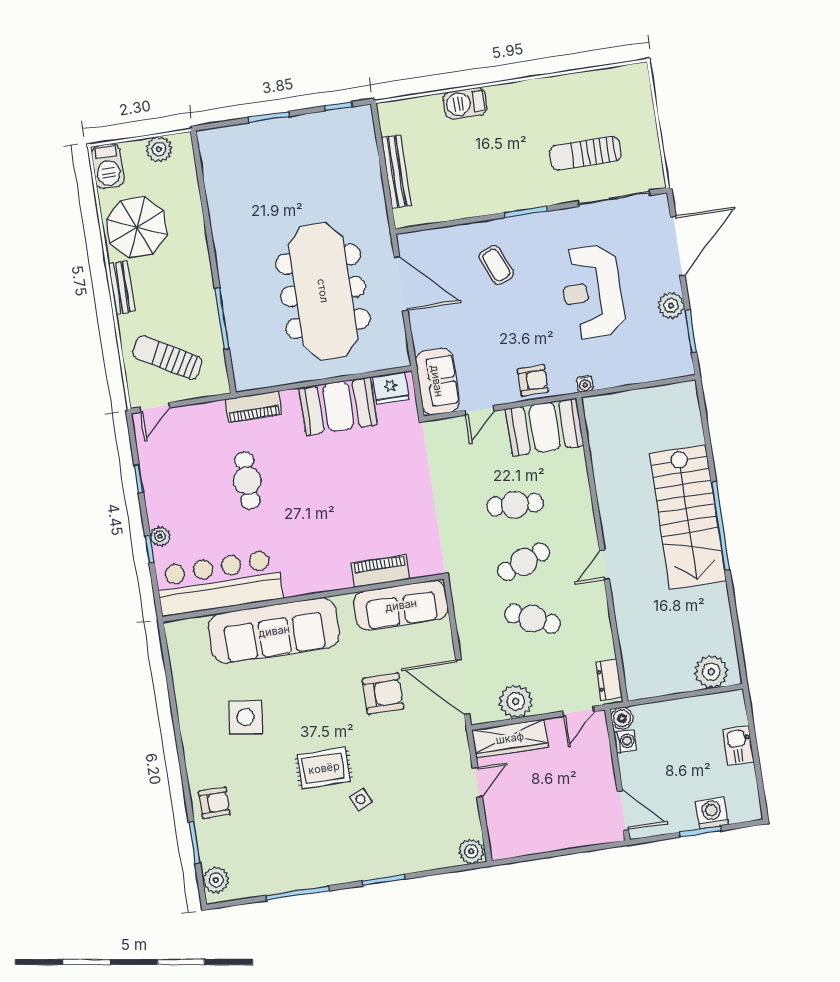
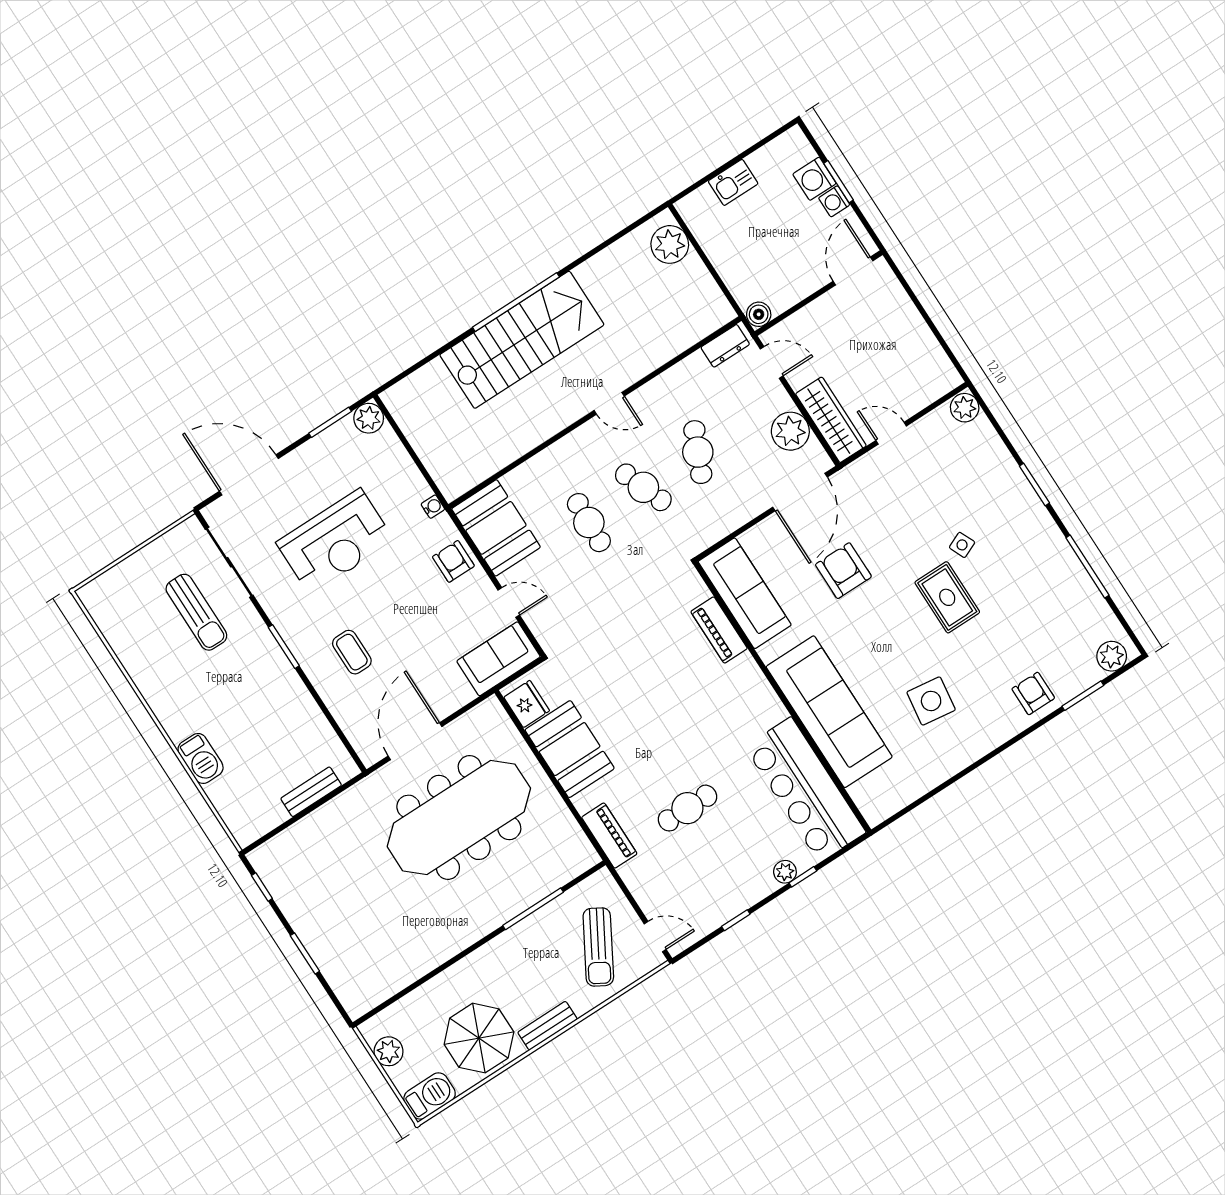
bench: (396, 172) -> (311, 792), width x0.73
coffee table: (496, 265) -> (352, 652), turned -67
plant: (671, 306) -> (369, 418), moved
washing machine: (625, 741) -> (834, 201), moved, turned -90

